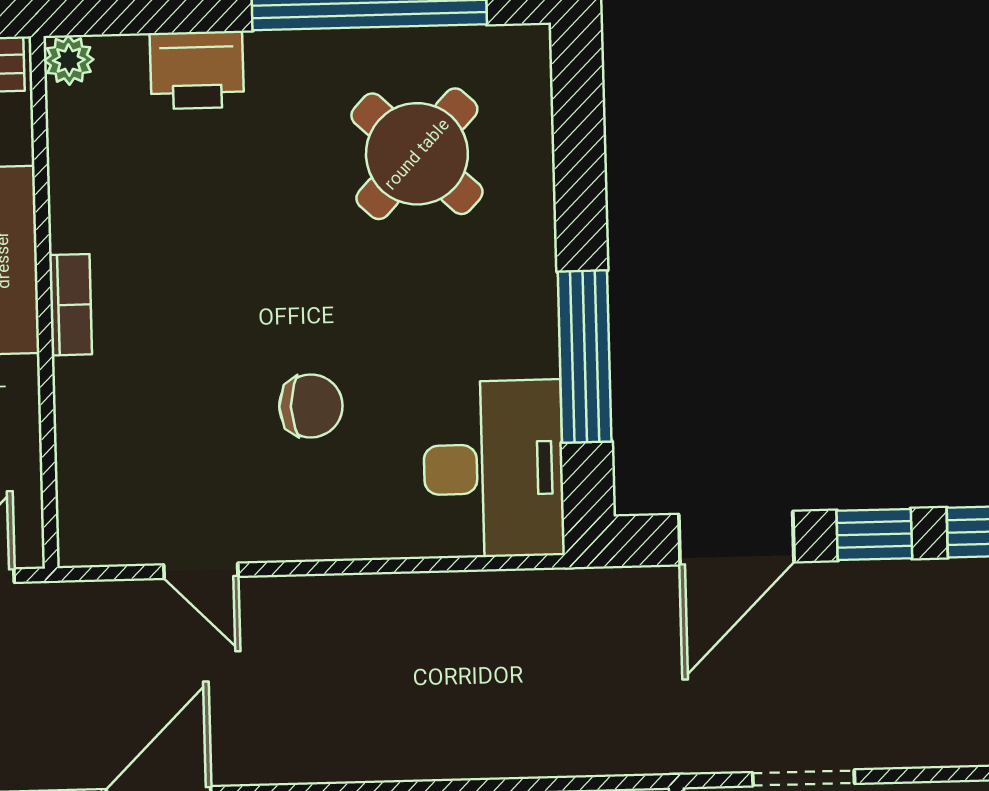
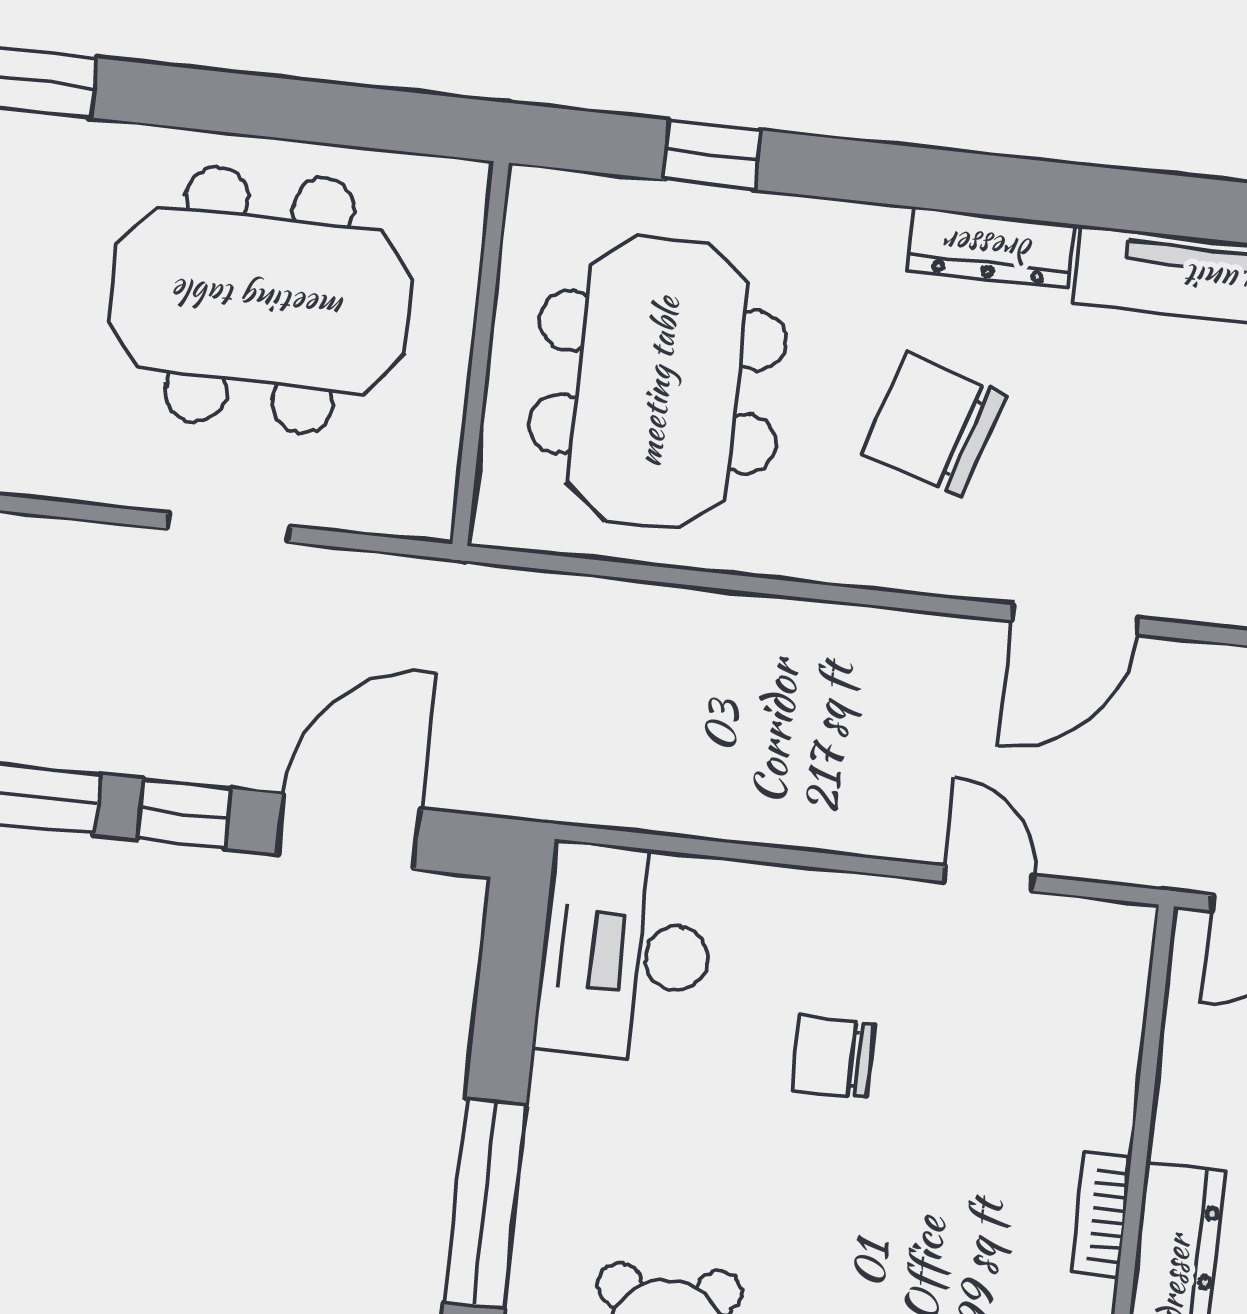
window: (585, 357) -> (485, 1204), moved
doorway: (804, 778) -> (229, 528), moved

